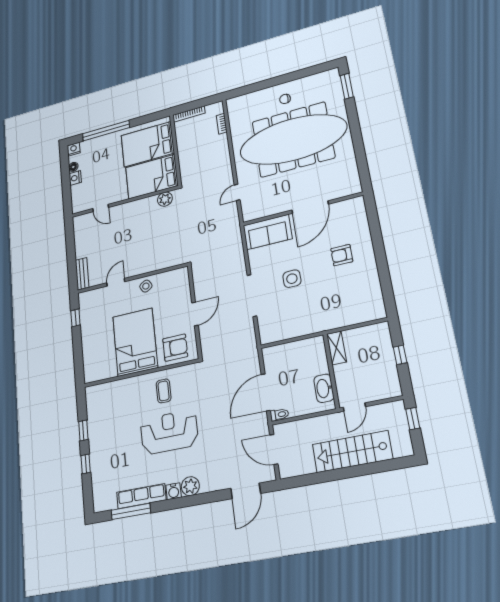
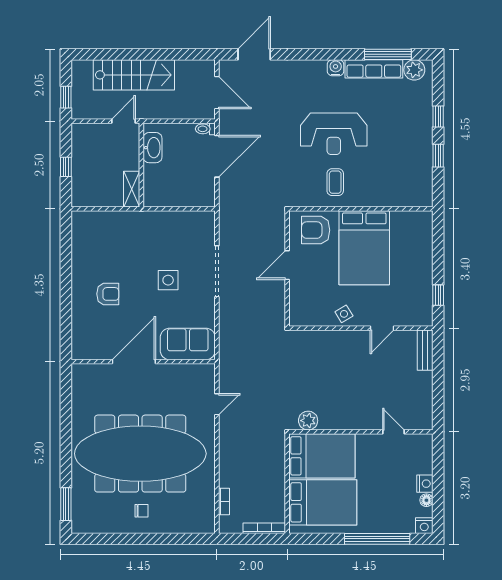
plant: (190, 486) -> (414, 70), moved

